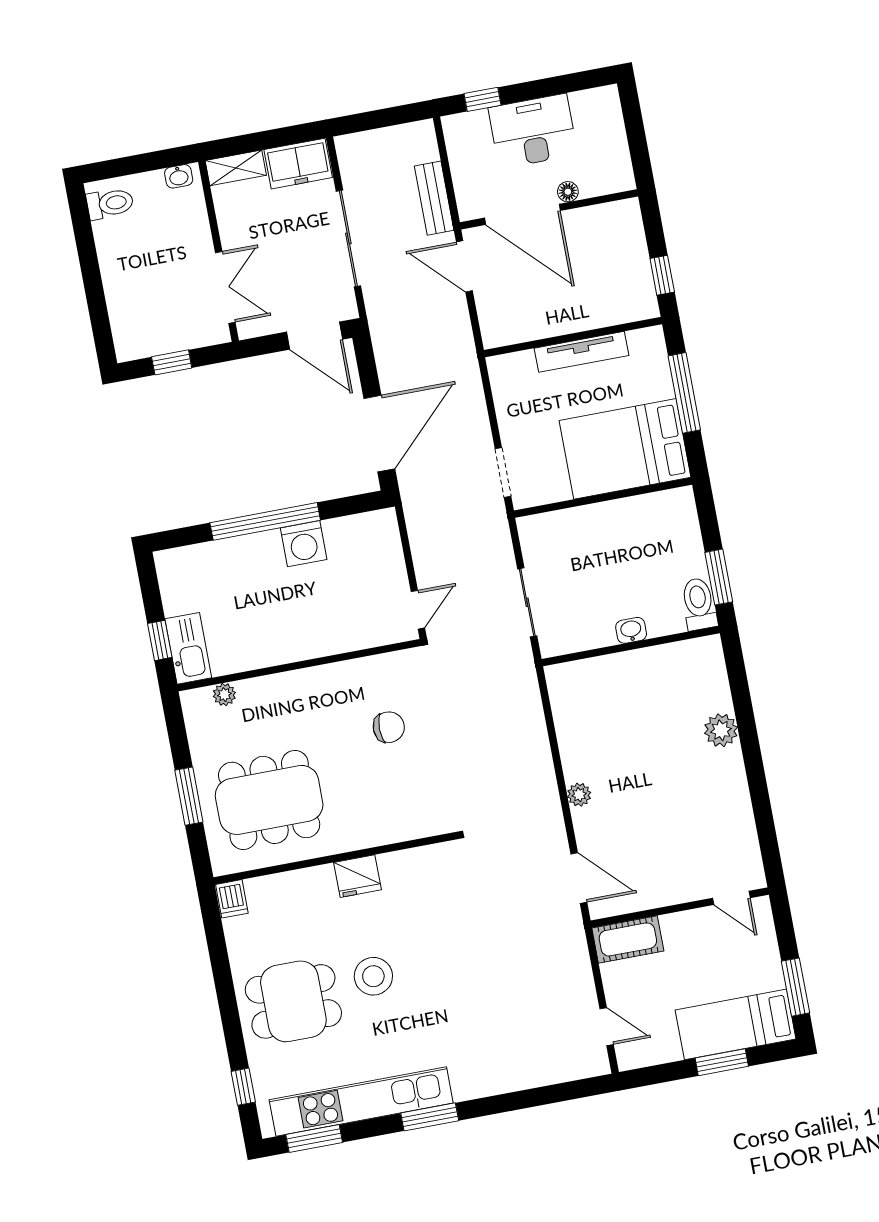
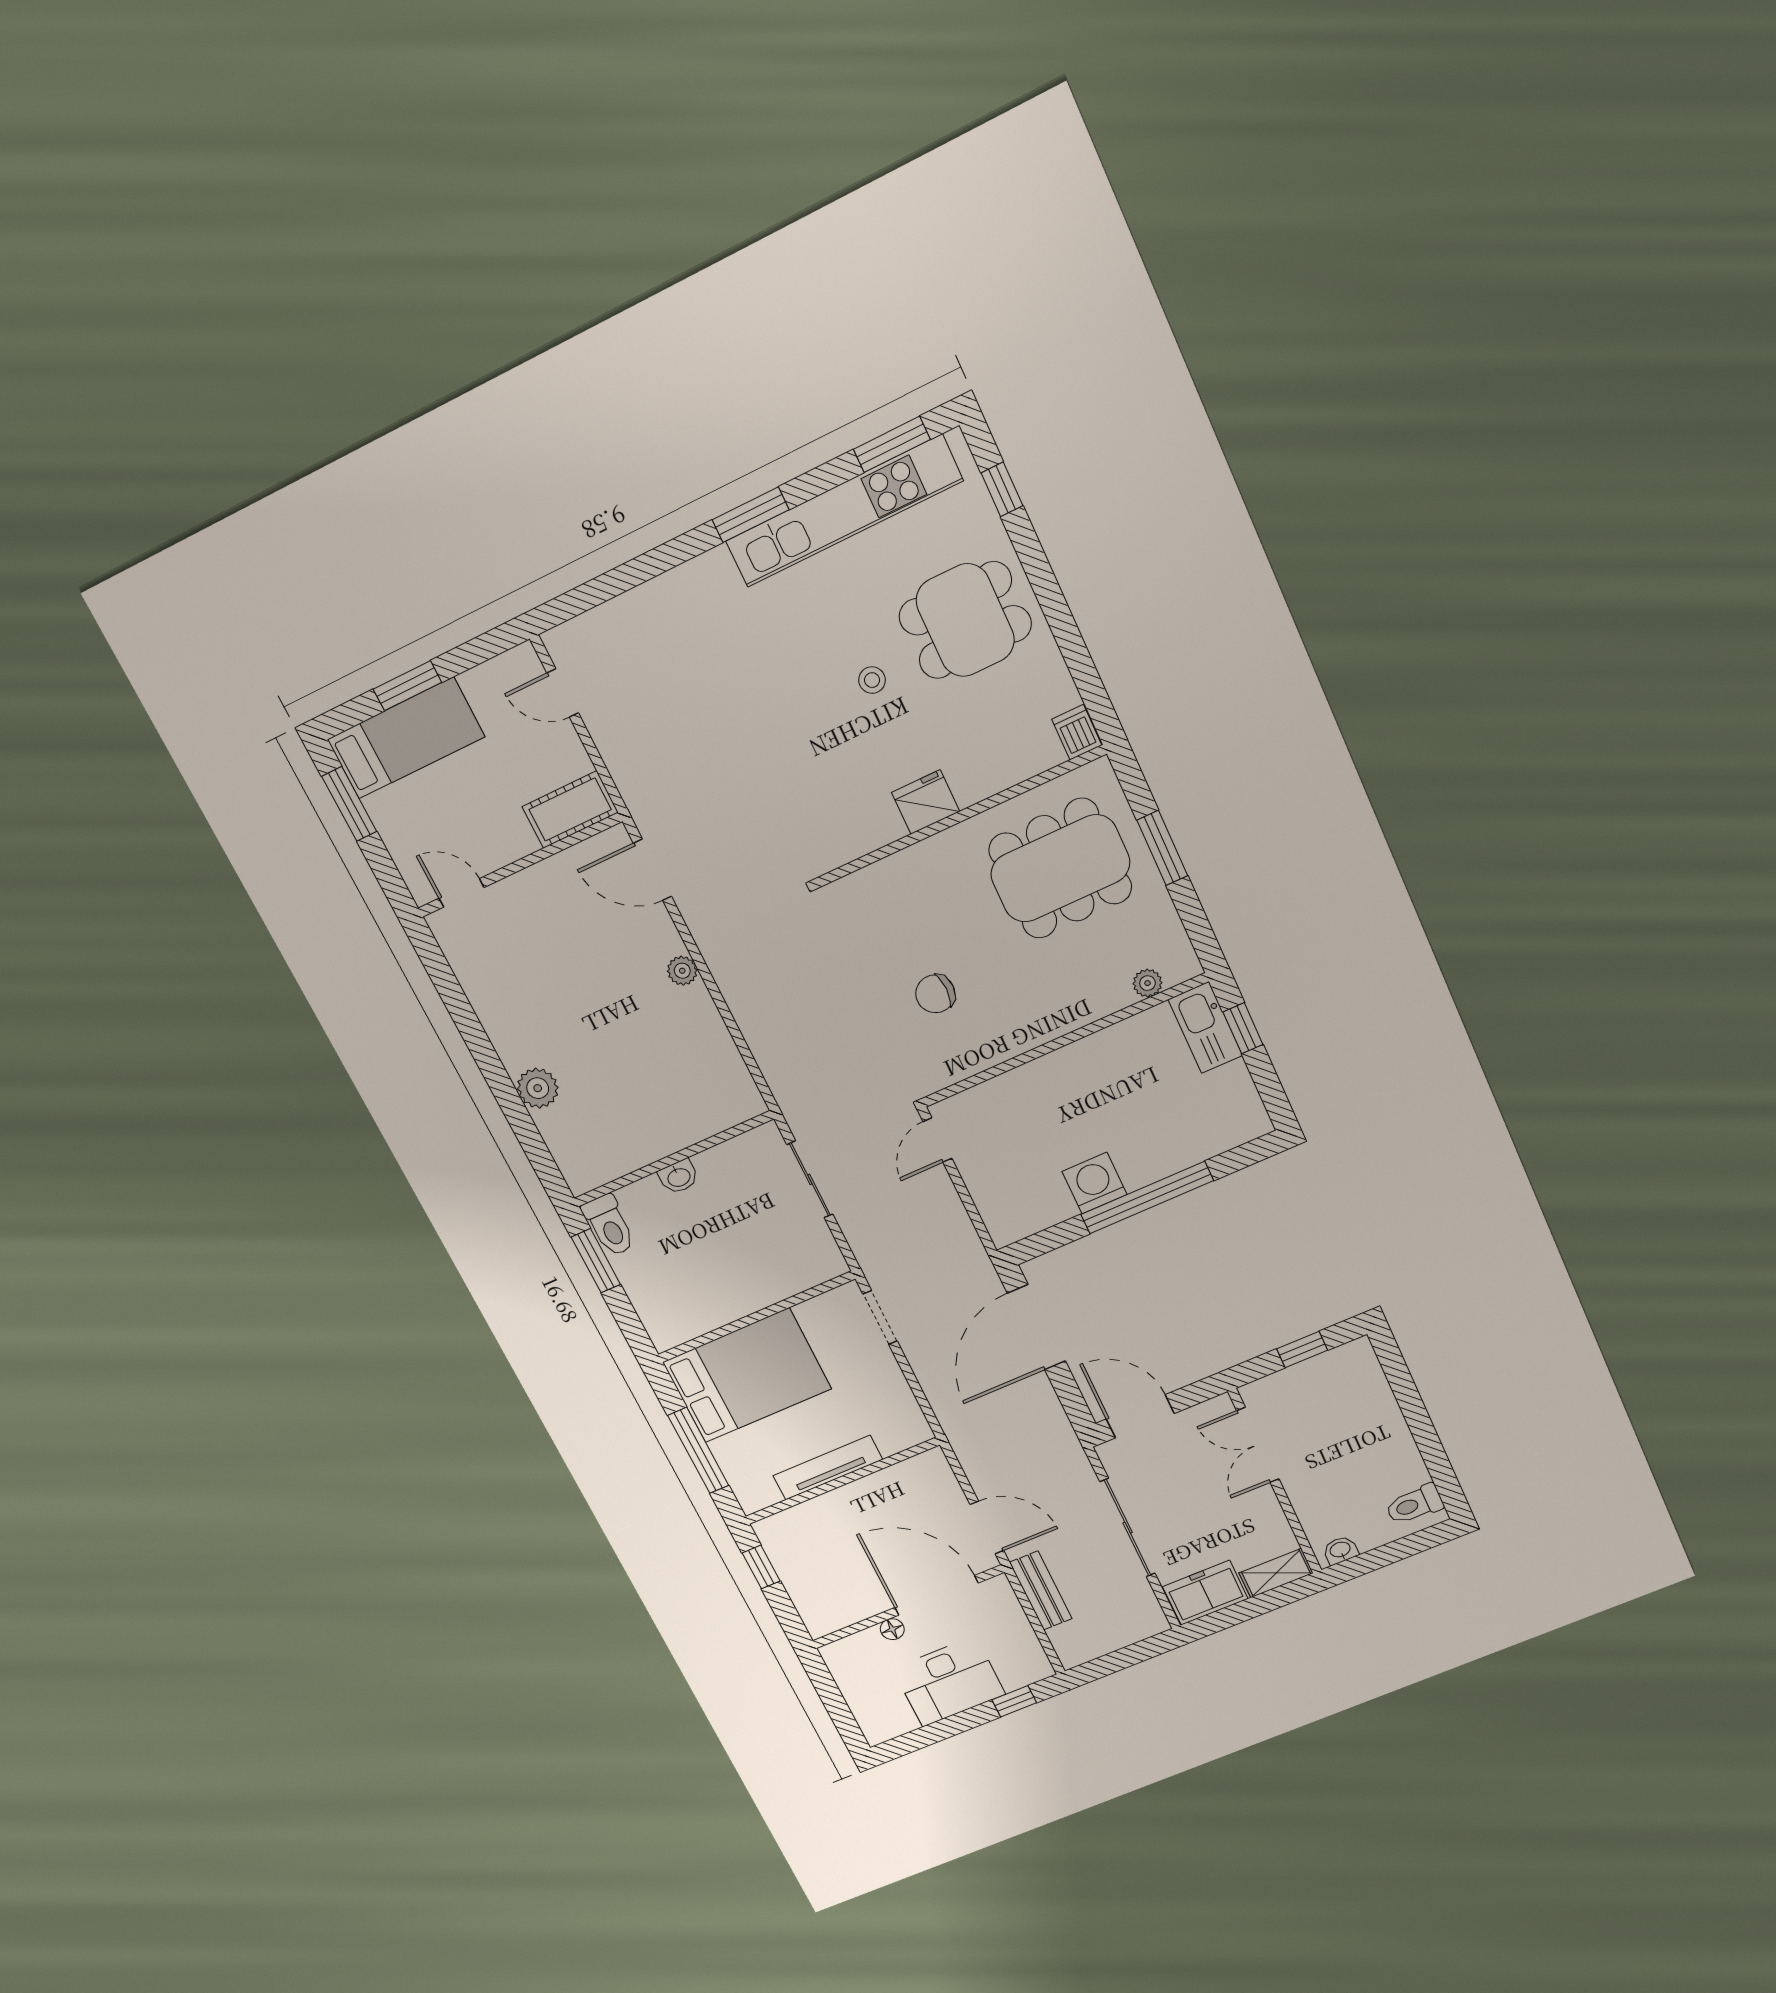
stool: (373, 976) -> (872, 680), width x0.53, depth x0.53

